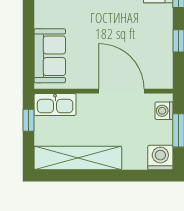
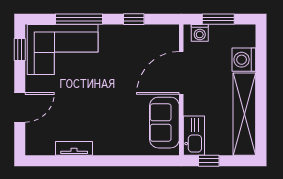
sofa: (50, 56) -> (164, 123), moved, turned -90
washing machine: (160, 158) -> (244, 60), moved

